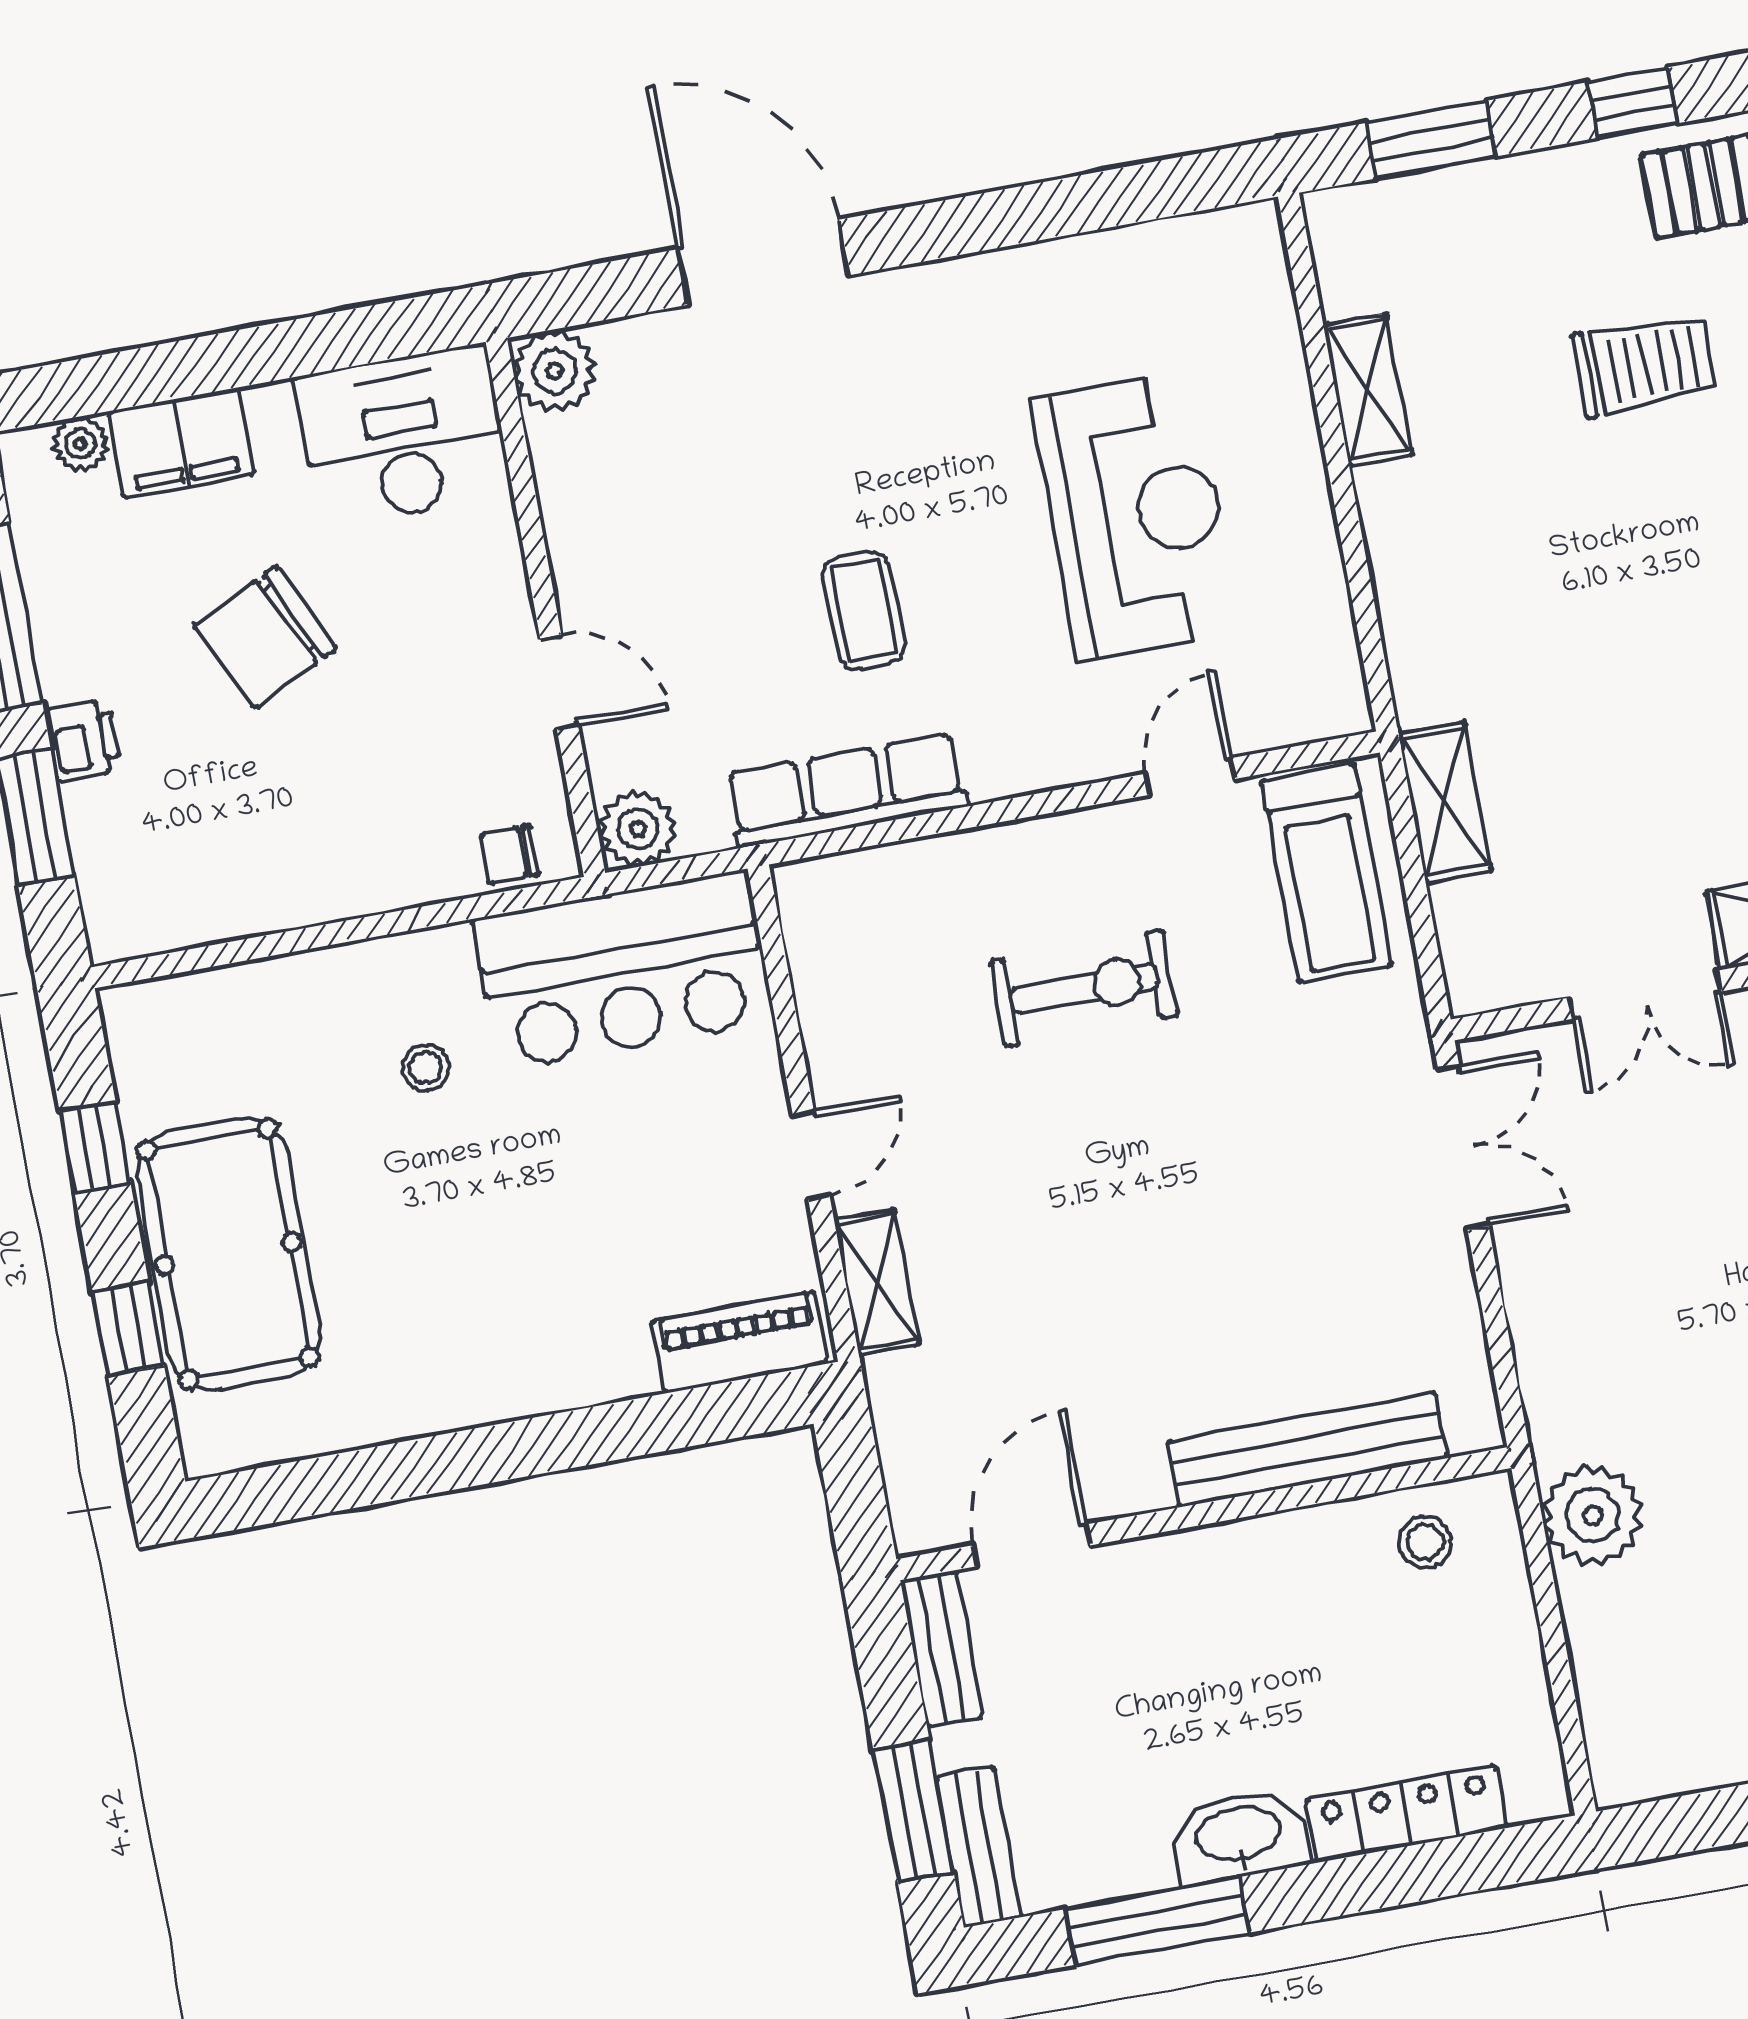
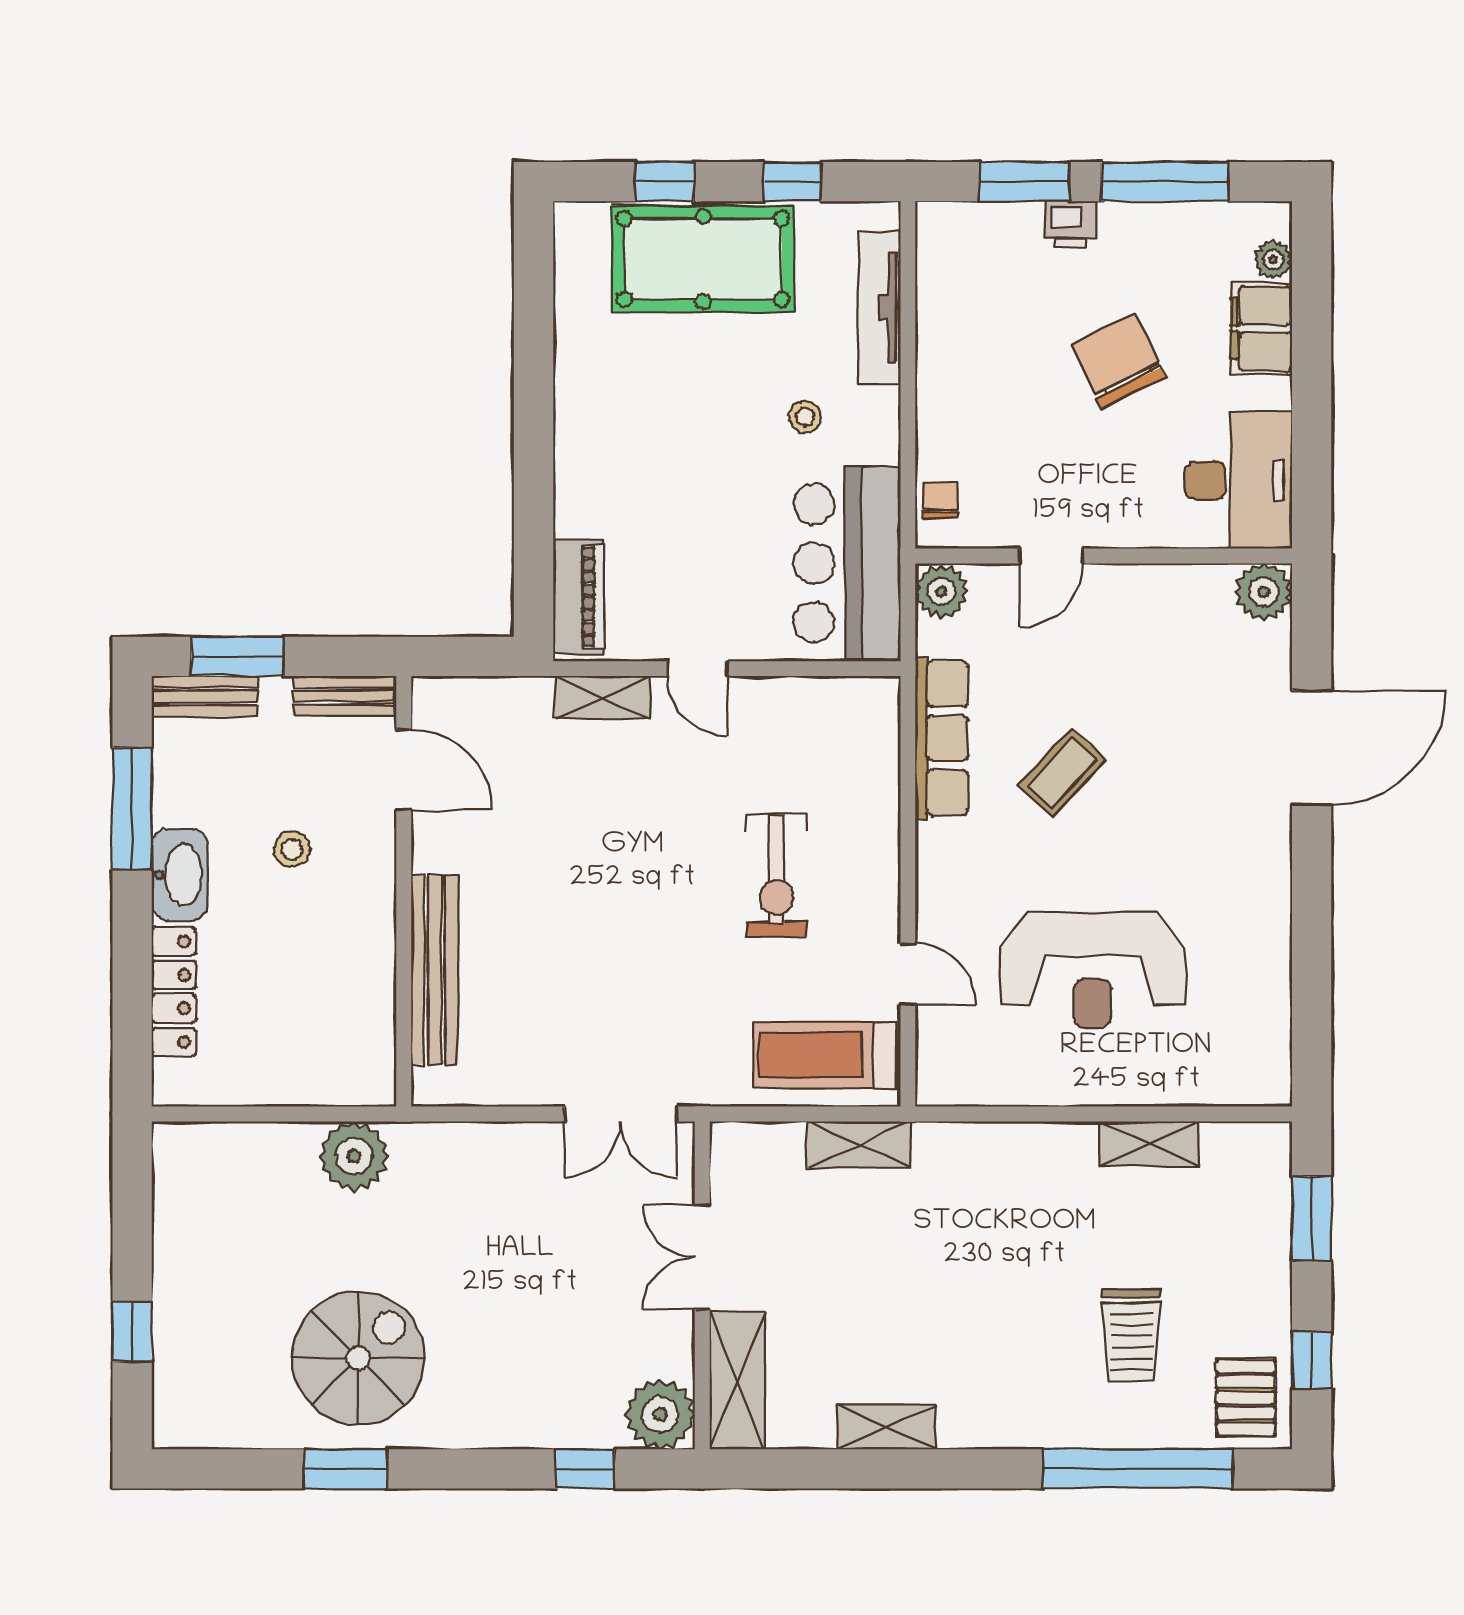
coffee table: (864, 610) -> (1062, 772), turned -46
tv unit: (250, 990) -> (880, 307), added
stool: (1425, 1542) -> (292, 849), moved

